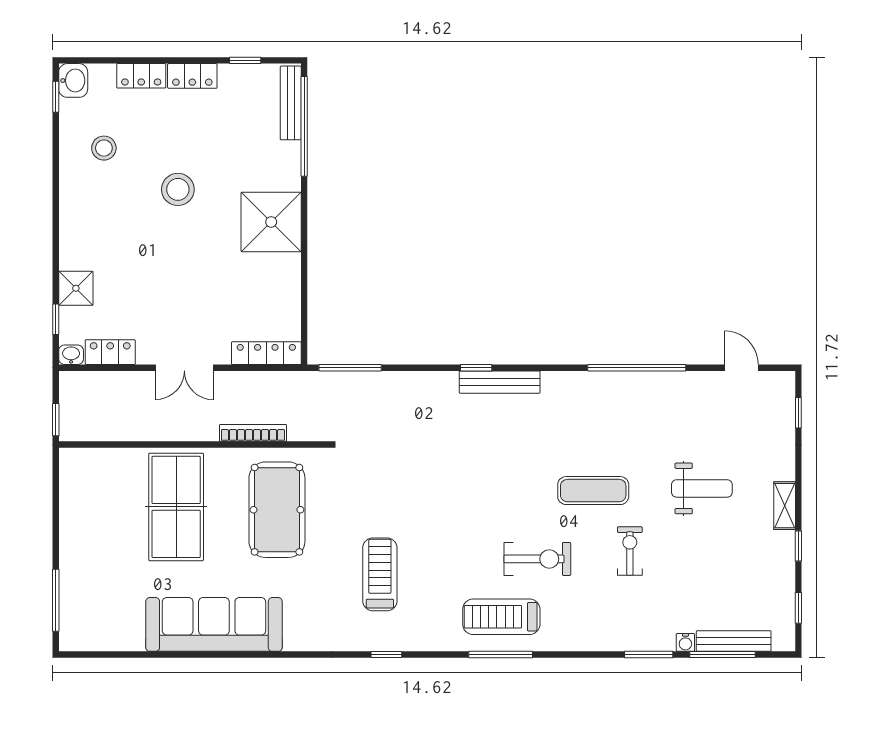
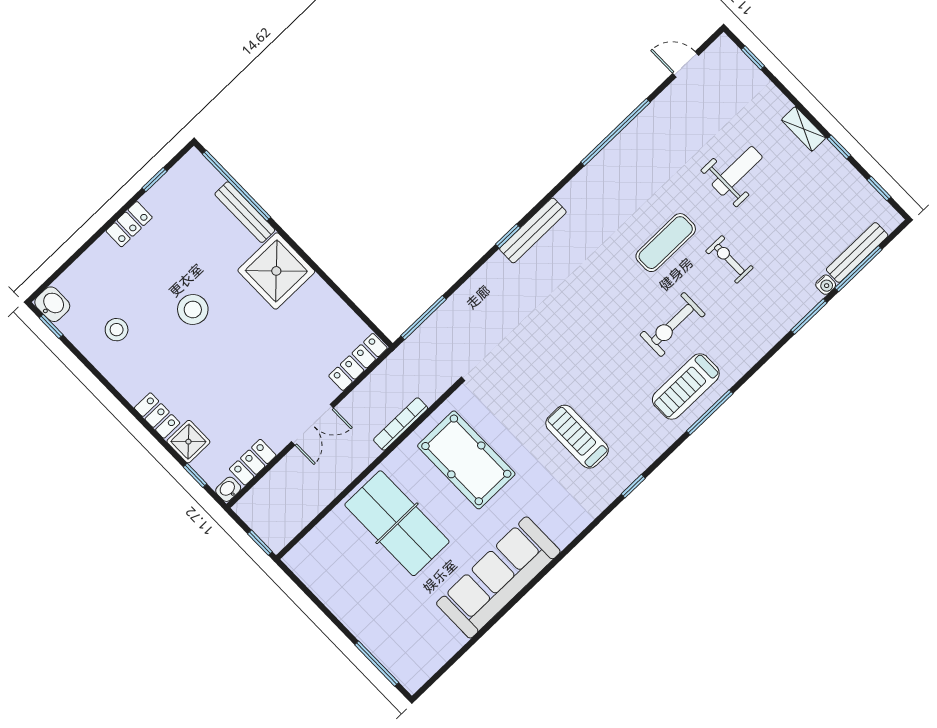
locker: (141, 76) -> (157, 415), moved, turned -90
bench: (291, 103) -> (245, 212), moved
exercise bike: (537, 559) -> (673, 325), turned 180

